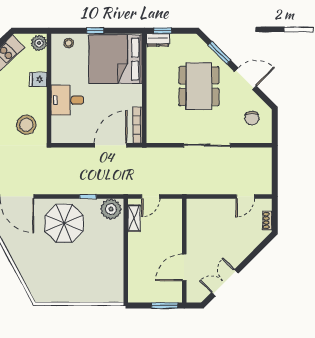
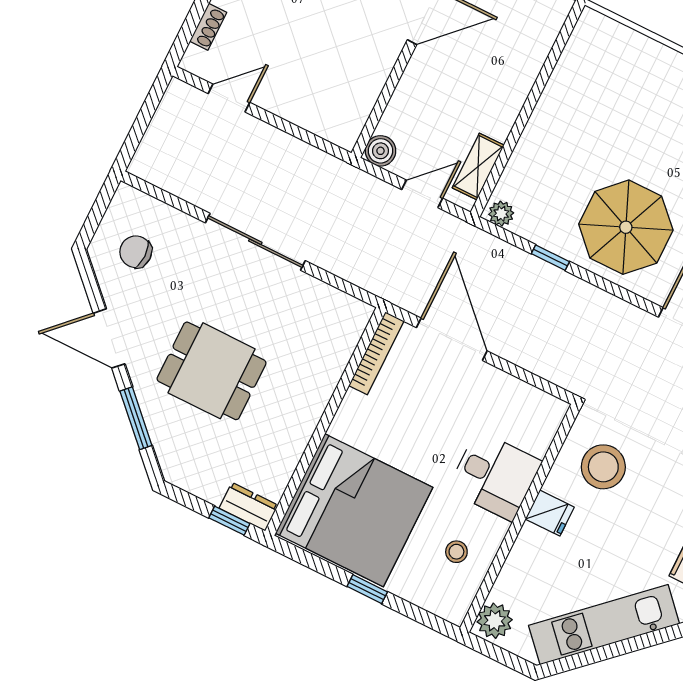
stool: (69, 43) -> (456, 552), moved
fridge: (38, 79) -> (550, 513), moved
dining table: (199, 86) -> (212, 371), width x0.73
chair: (252, 118) -> (136, 252), turned -90
door: (111, 145) -> (452, 339), swing flipped
boiler: (175, 205) -> (381, 151), added
plant: (111, 209) -> (501, 214), width x0.53, depth x0.53

